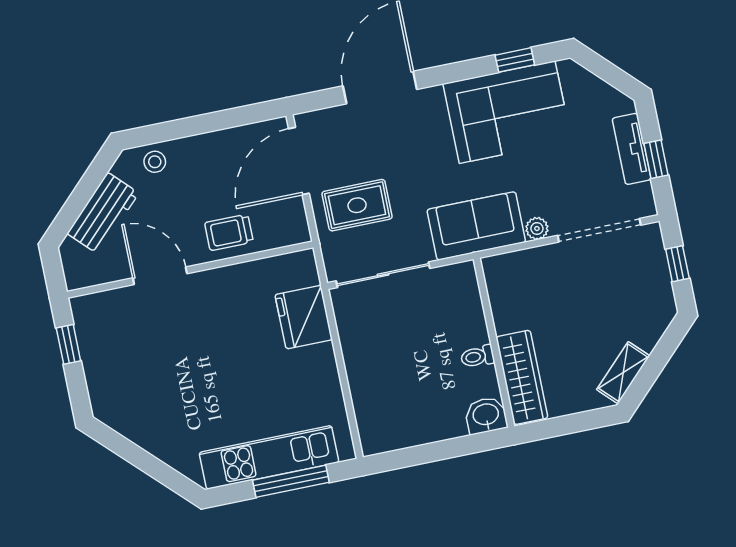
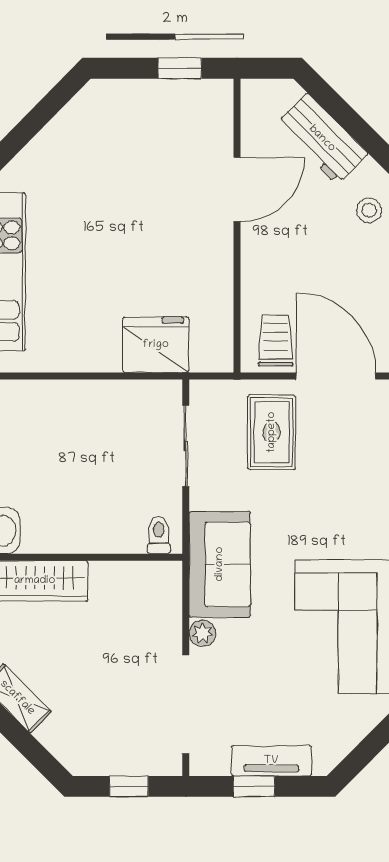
trolley: (229, 232) -> (276, 341), moved
sliding door: (383, 275) -> (186, 446), width x0.73
toilet: (478, 356) -> (159, 535), moved

